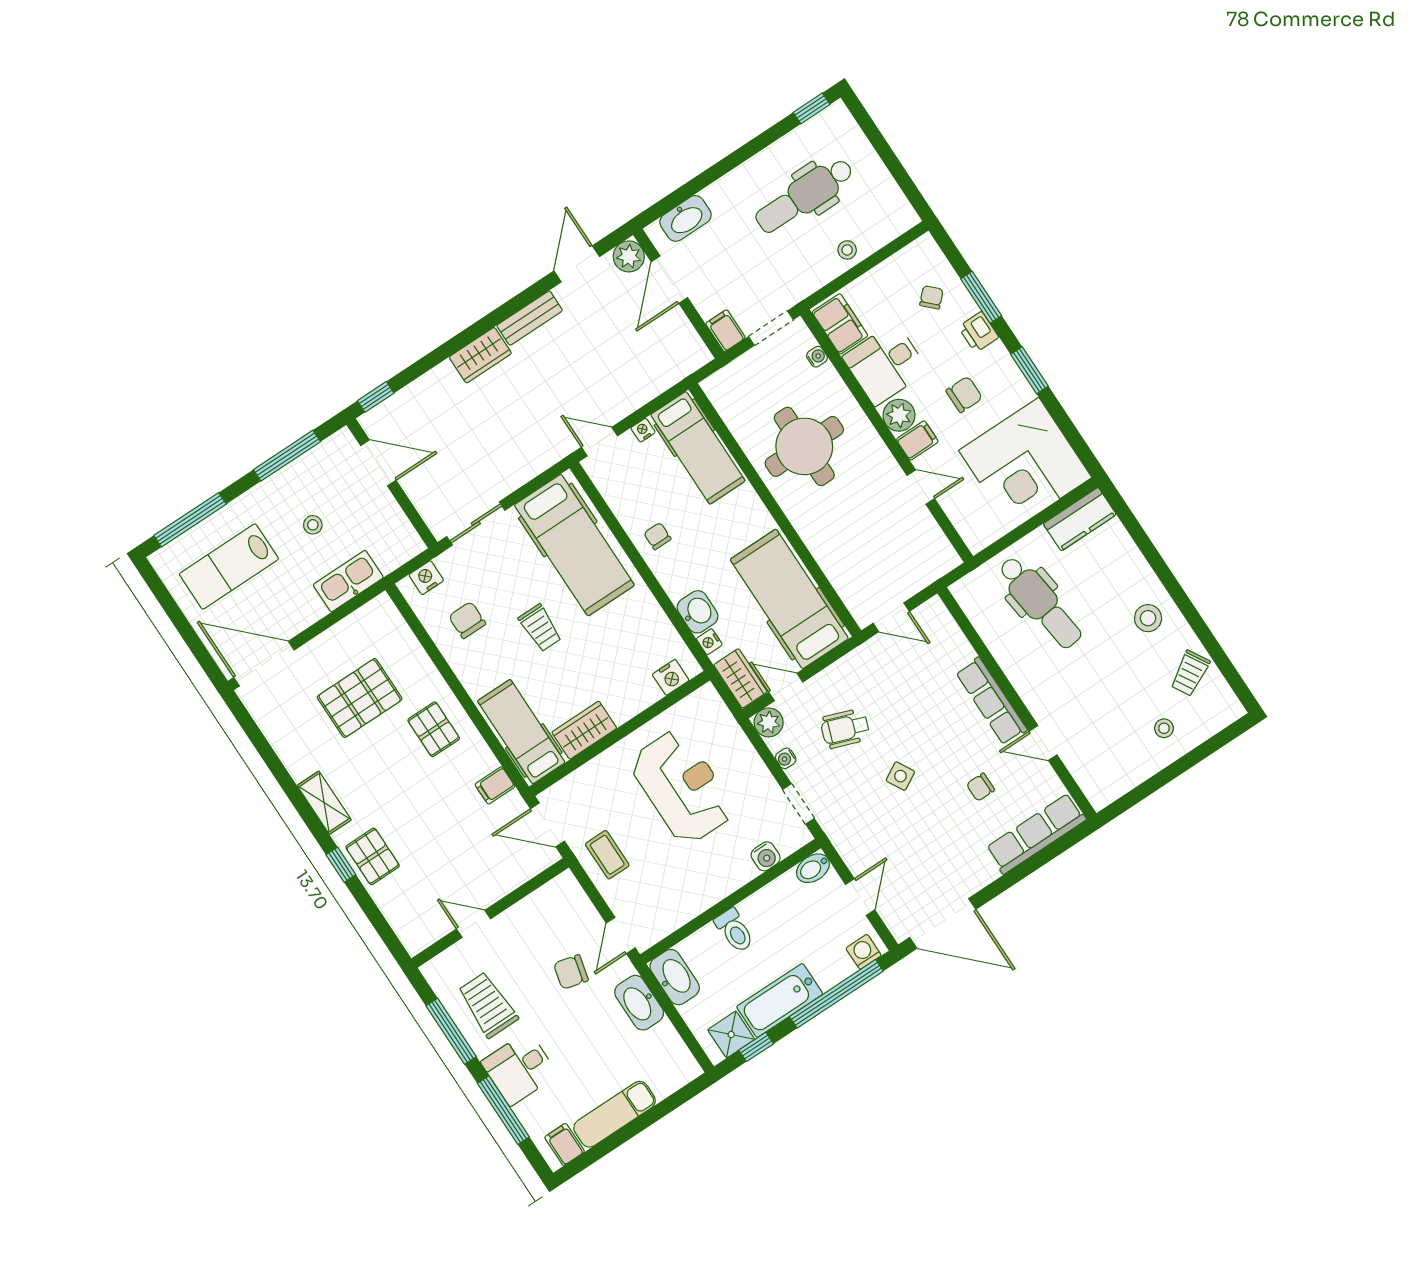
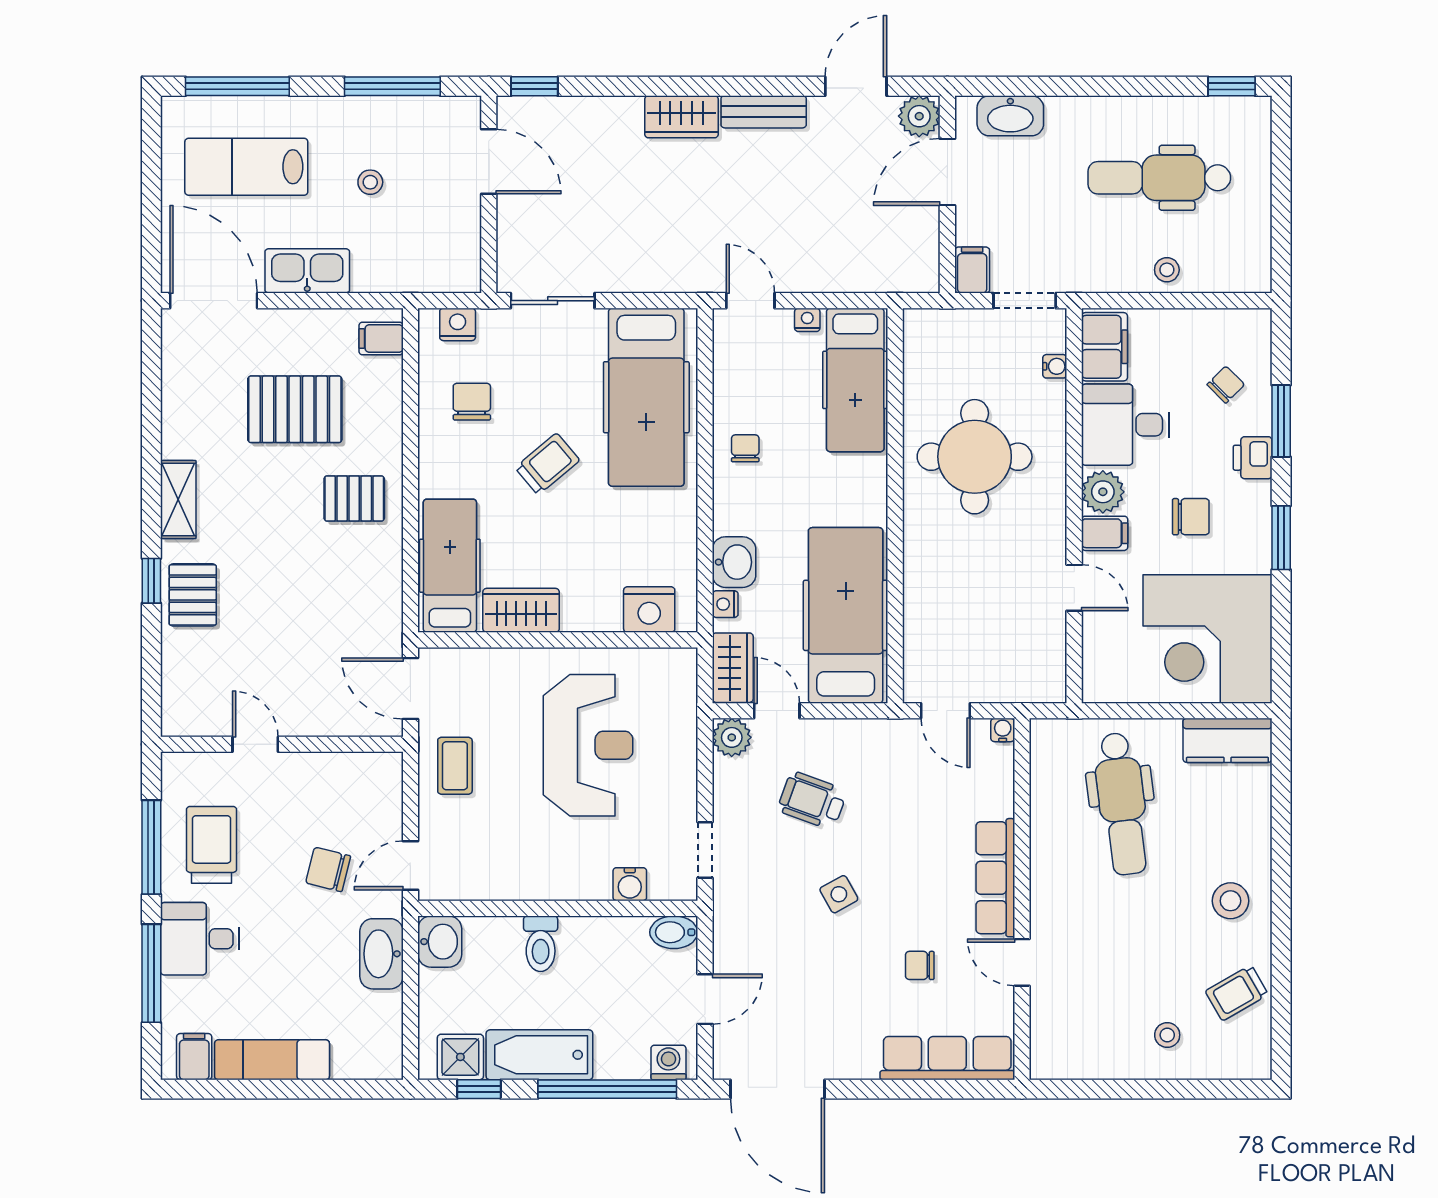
kitchen sink: (348, 581) -> (307, 271), moved
trolley: (540, 628) -> (547, 464), turned -130
nightstand: (671, 677) -> (649, 610), width x1.36, depth x1.33
pallet: (434, 729) -> (354, 498), turned 90
water cooler: (786, 758) -> (1003, 730), moved, turned 90
filing cabinet: (495, 785) -> (381, 338), moved
washbasin: (675, 977) -> (440, 942), width x0.72

